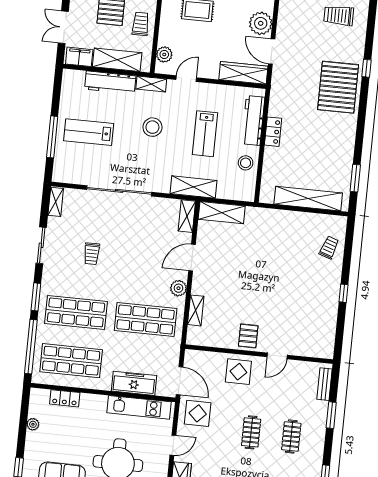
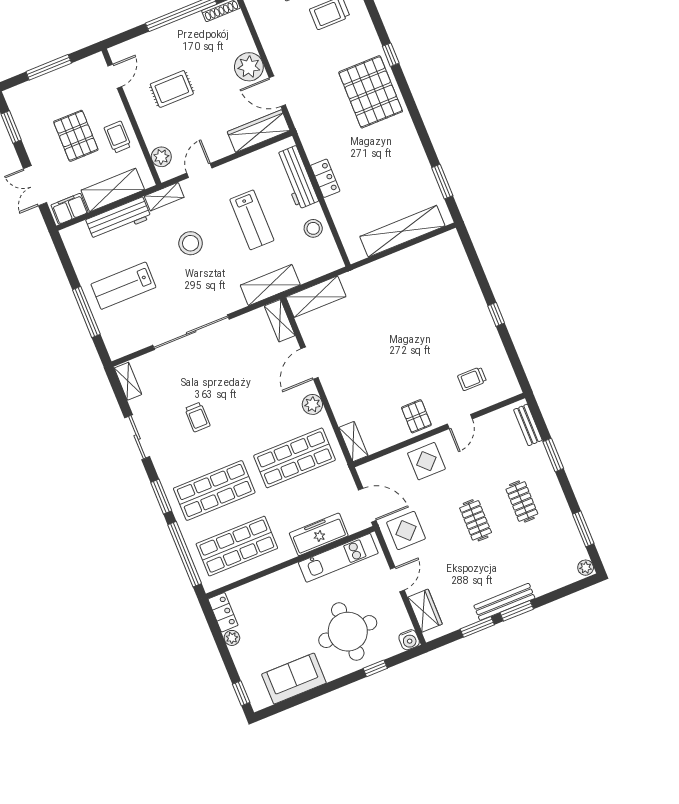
trolley: (329, 247) -> (472, 379), moved, turned -109
shelving: (196, 310) -> (353, 442), moved
locker: (65, 398) -> (223, 612), moved, turned -90

